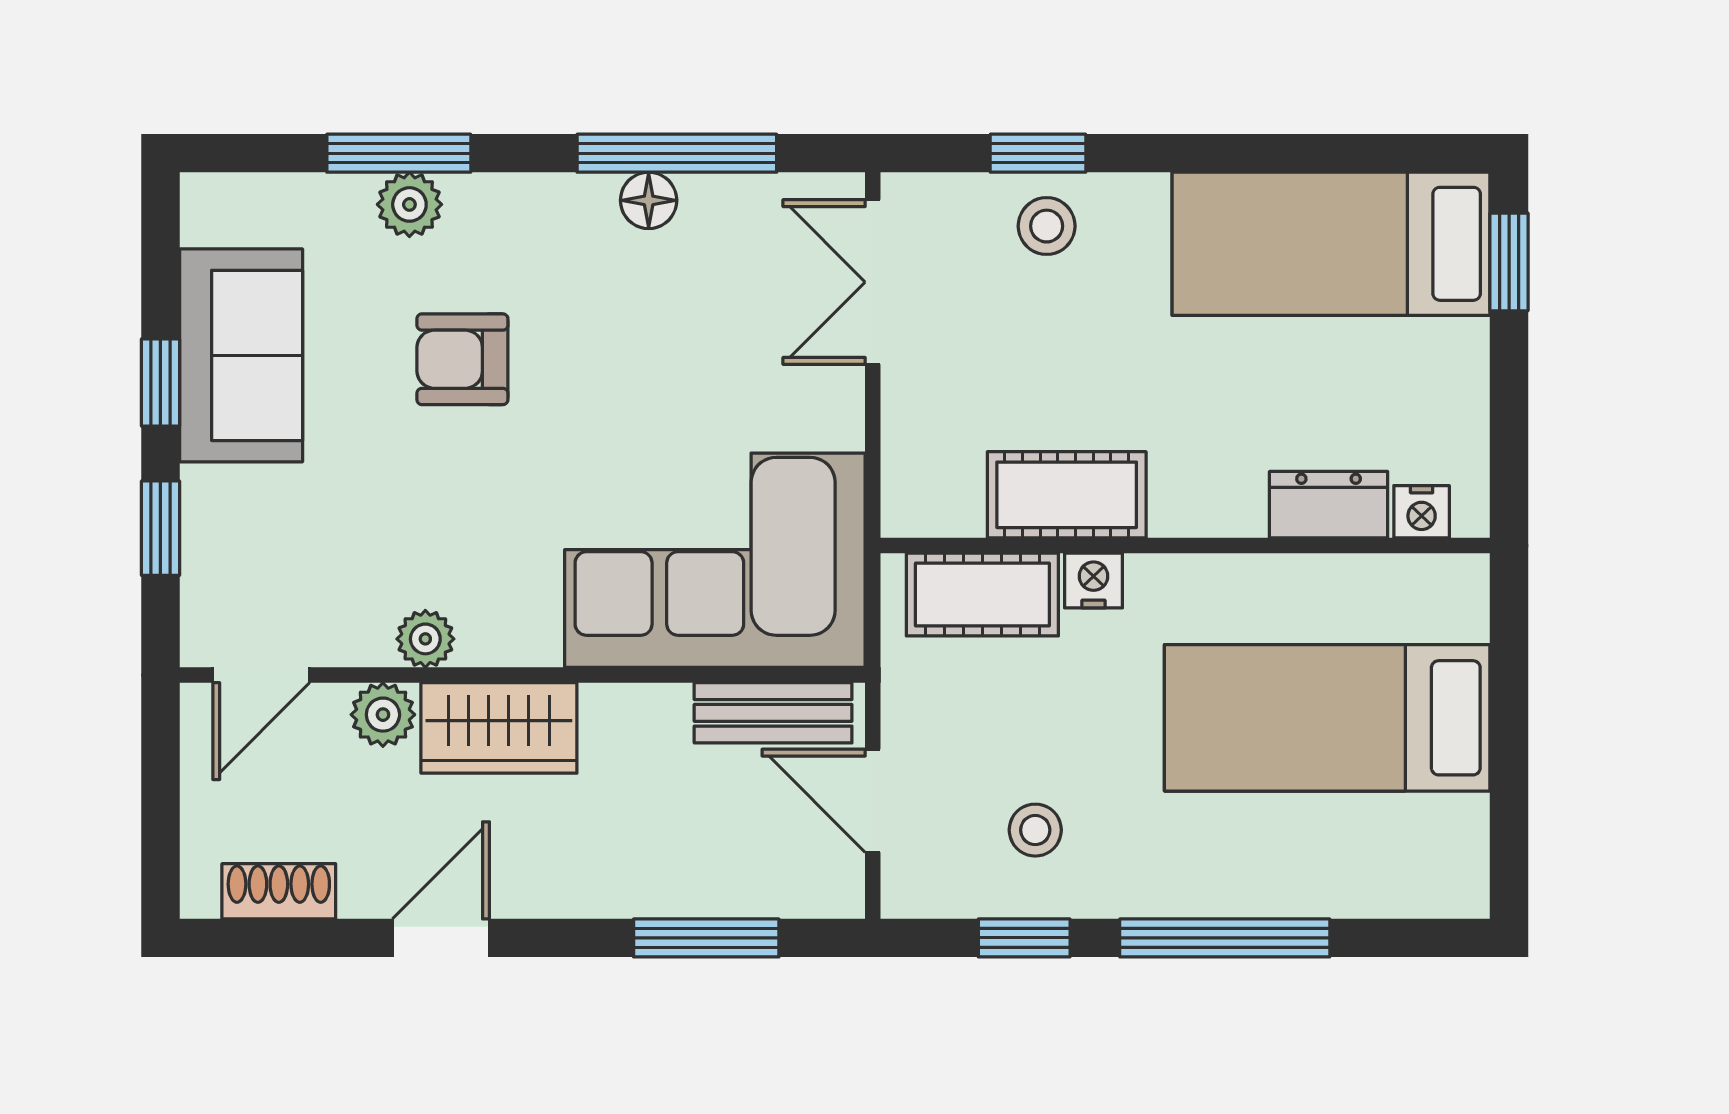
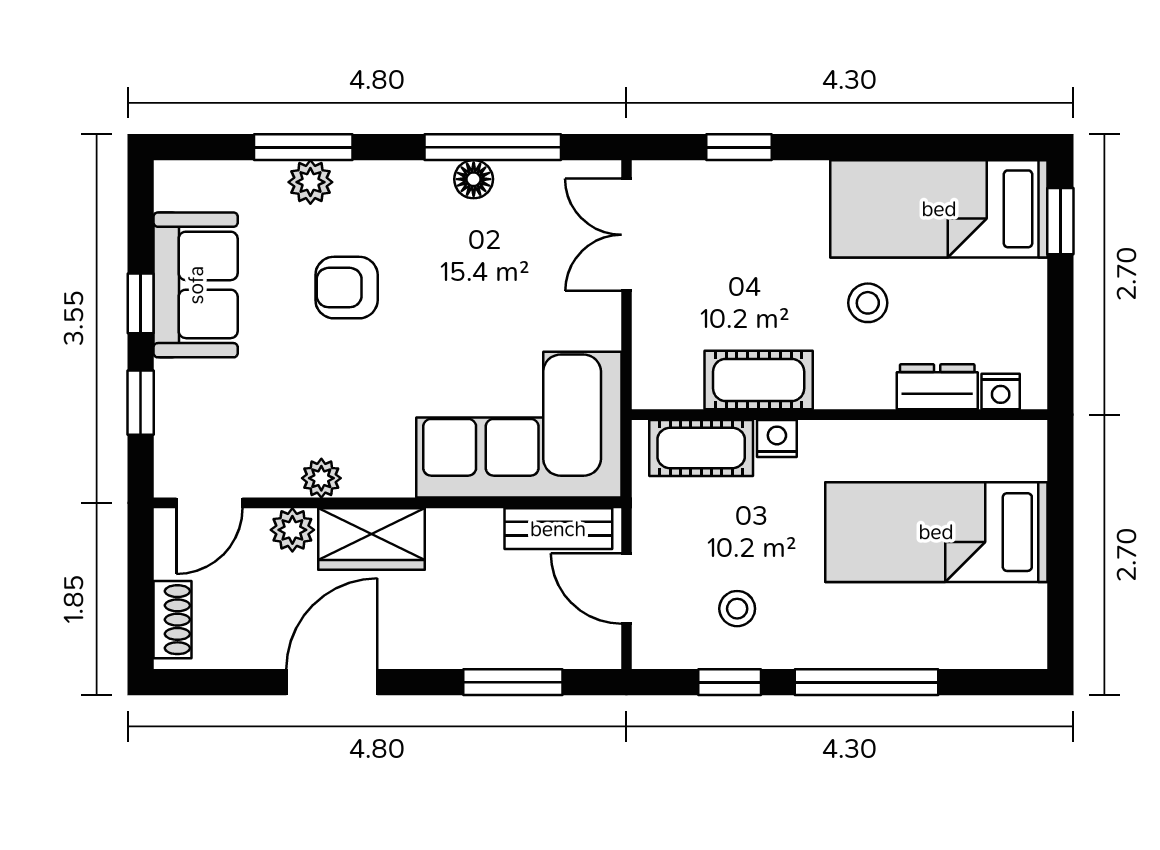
stool: (1047, 226) -> (868, 303), moved
shoe rack: (279, 891) -> (172, 620), moved, turned 90
door: (441, 938) -> (332, 682), width x1.37

